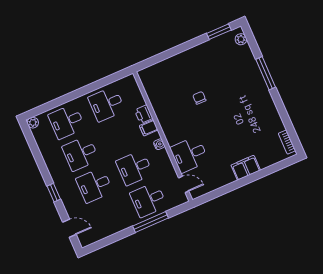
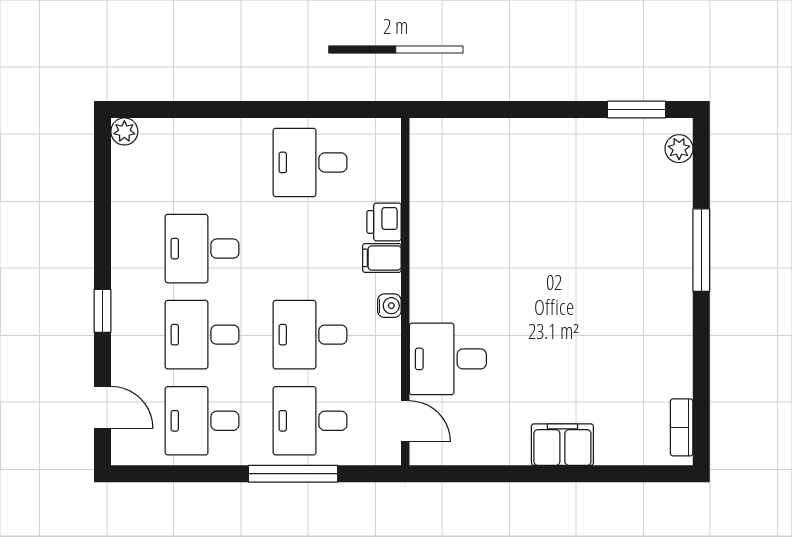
chair: (199, 98) -> (527, 240), removed
desk: (67, 122) -> (202, 421), moved

